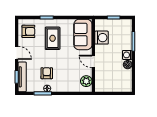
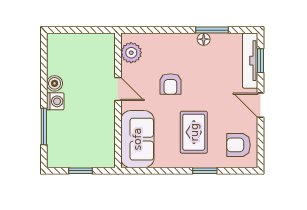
washing machine: (102, 38) -> (103, 133), removed
armchair: (47, 73) -> (170, 84), moved

